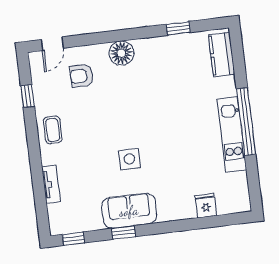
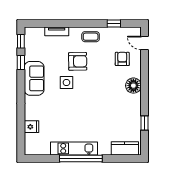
armchair: (94, 145) -> (78, 61), added
window: (123, 232) -> (21, 62), moved

